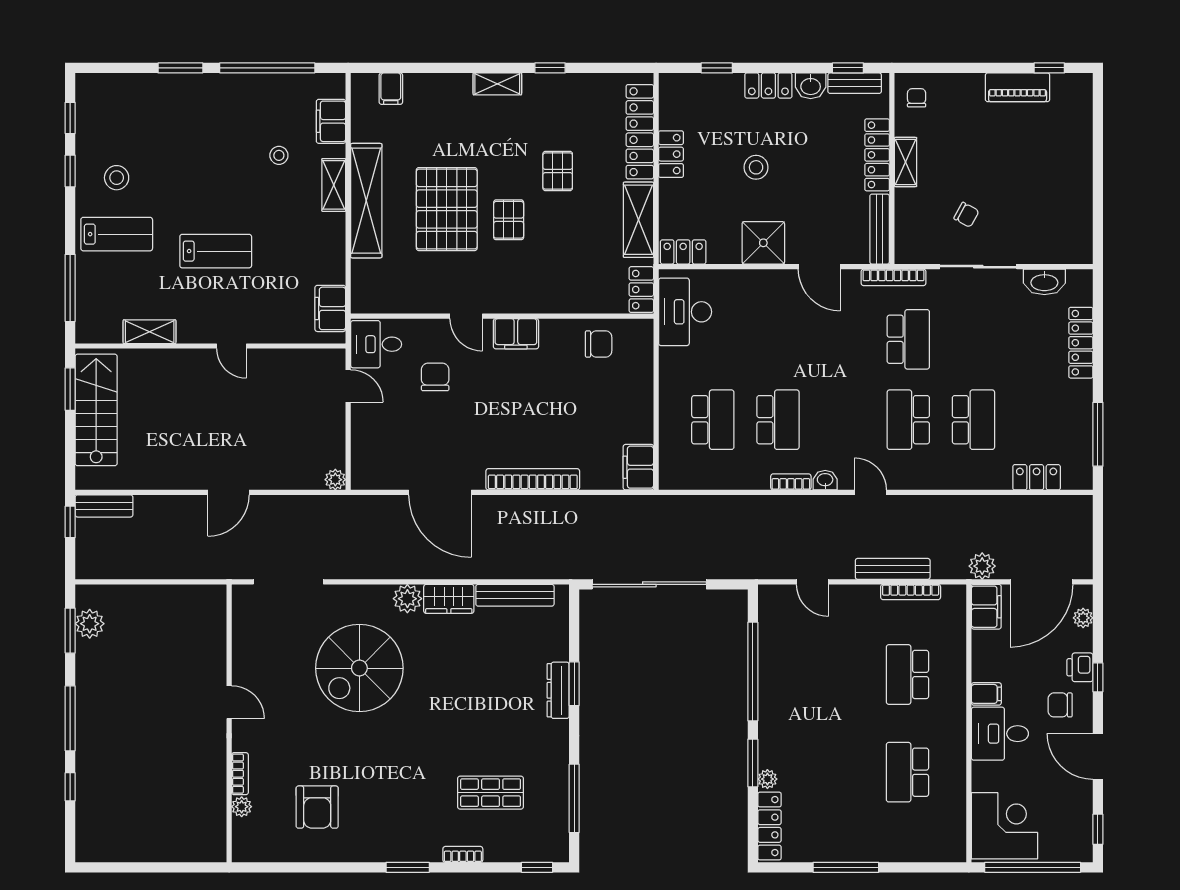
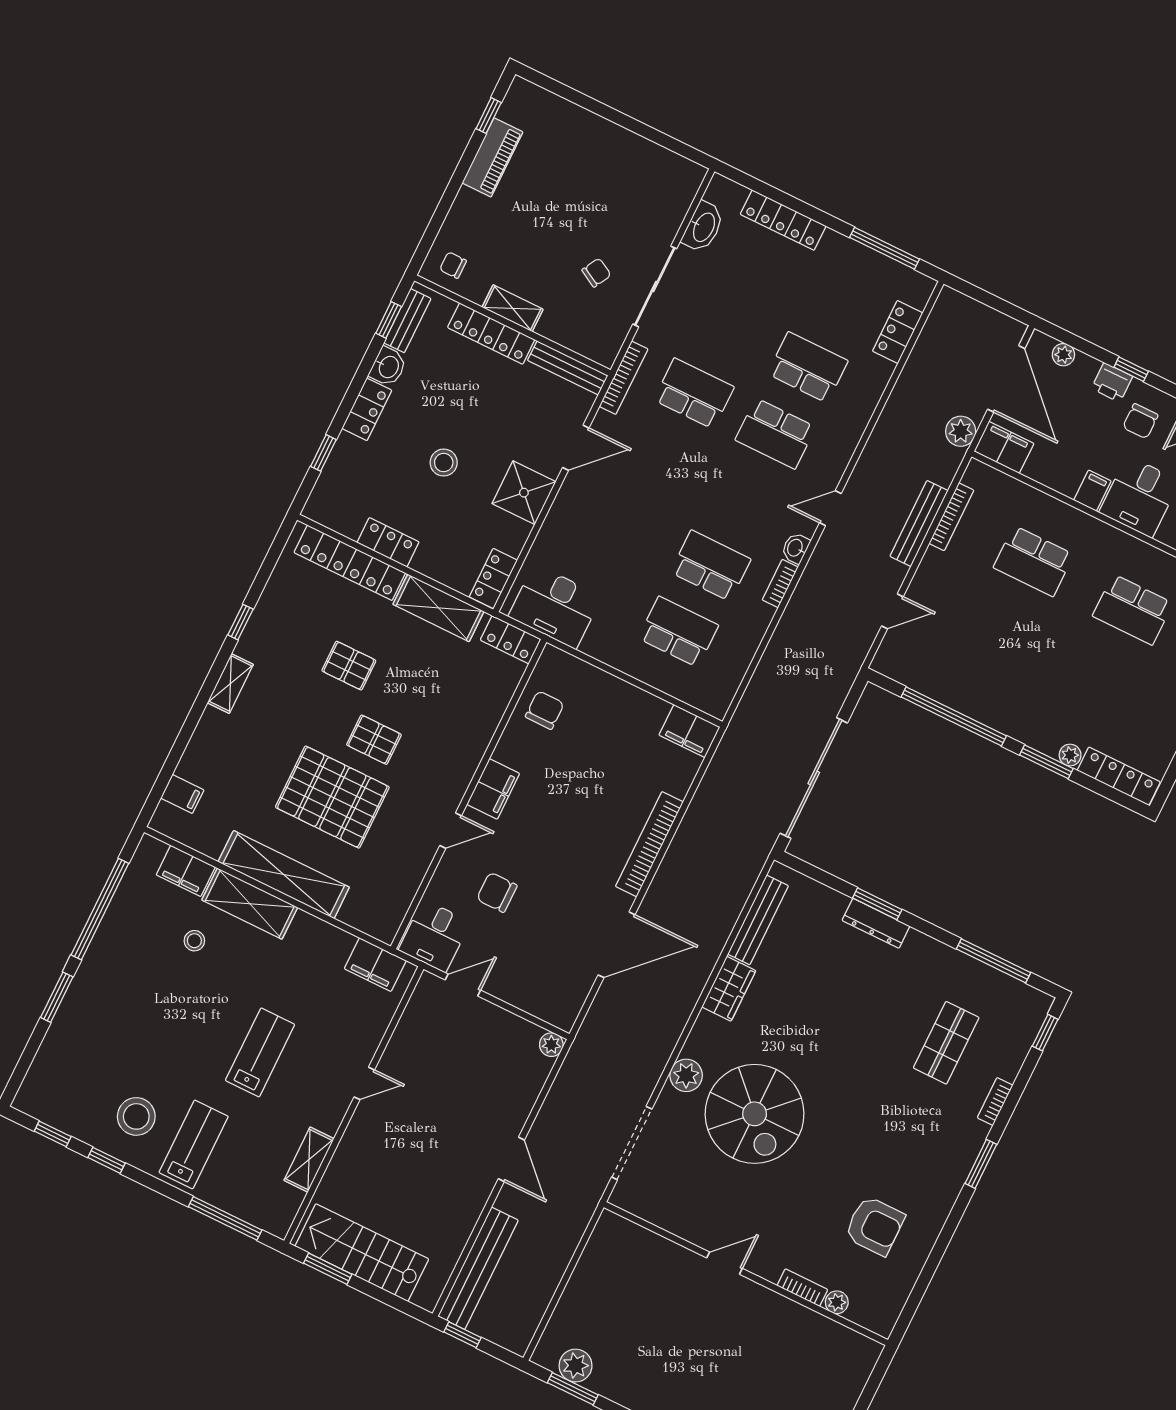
stool: (117, 178) -> (136, 1116), width x1.38, depth x1.38
shelving: (334, 185) -> (250, 904), width x1.50, depth x1.33
bench: (104, 506) -> (478, 1268), width x1.86, depth x1.21
plant: (407, 599) -> (686, 1075), moved

